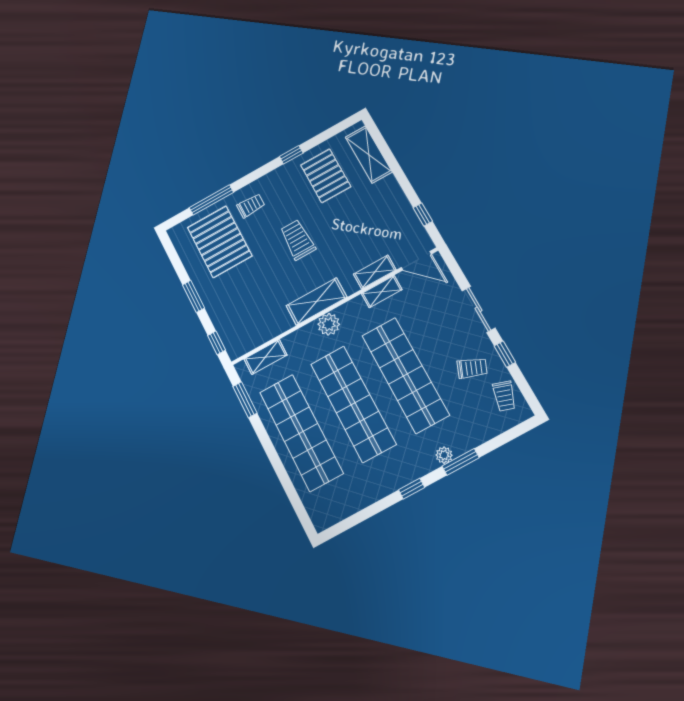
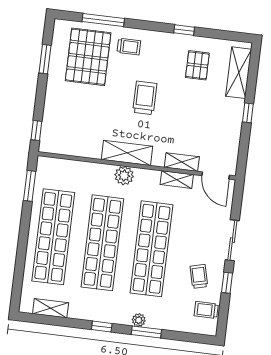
pallet: (326, 176) -> (197, 65), width x0.67, depth x0.71
window: (423, 214) -> (248, 113), moved
window: (193, 296) -> (45, 59), moved
shelving: (265, 357) -> (51, 308), moved
trolley: (472, 368) -> (199, 276), turned -126
trolley: (504, 396) -> (206, 310), turned 72

